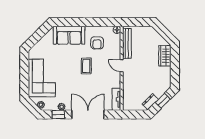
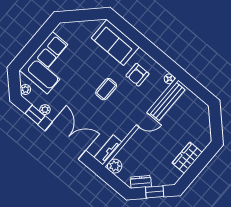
wardrobe: (165, 56) -> (187, 158), moved
door: (122, 66) -> (143, 120), swing flipped
plant: (128, 105) -> (115, 166), added

